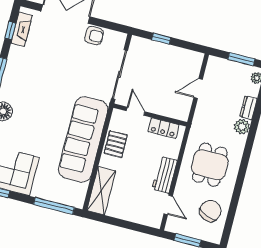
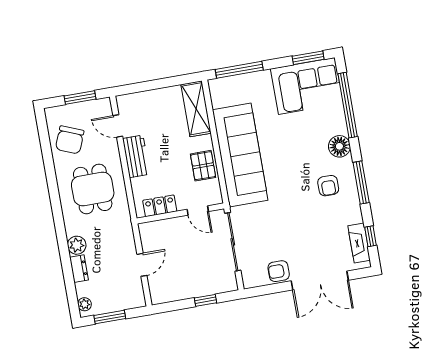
armchair: (26, 85) -> (328, 186), added

